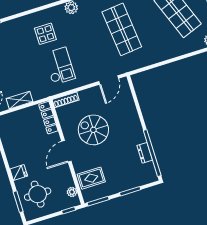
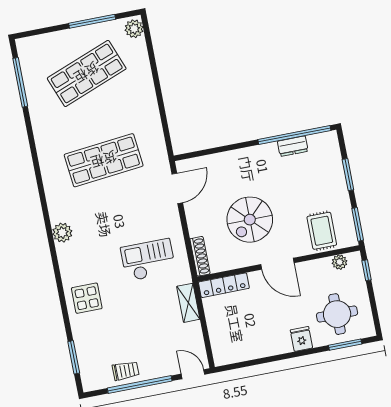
display table: (45, 34) -> (87, 298), moved
door: (109, 80) -> (177, 188), hinge flipped
shelving: (19, 100) -> (188, 303), moved

